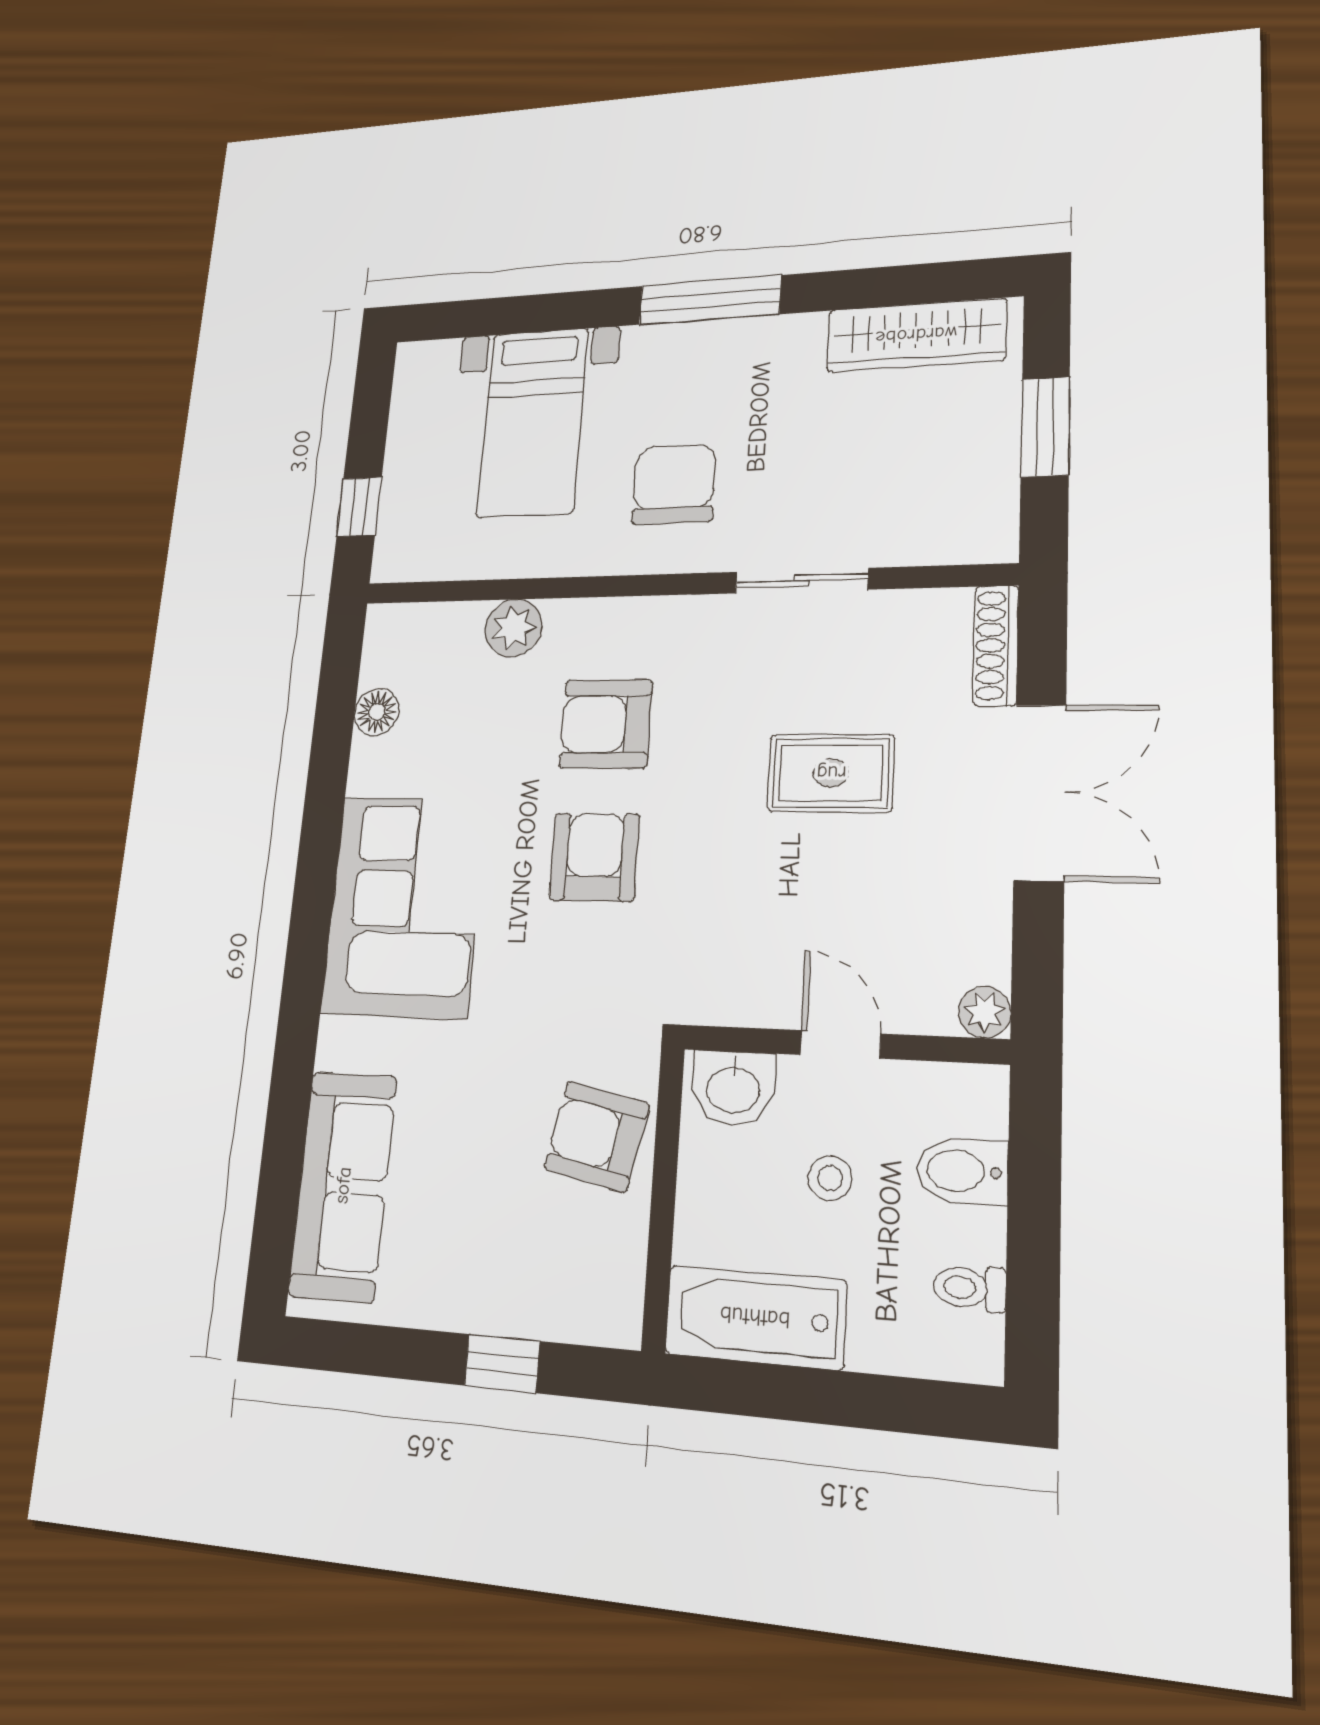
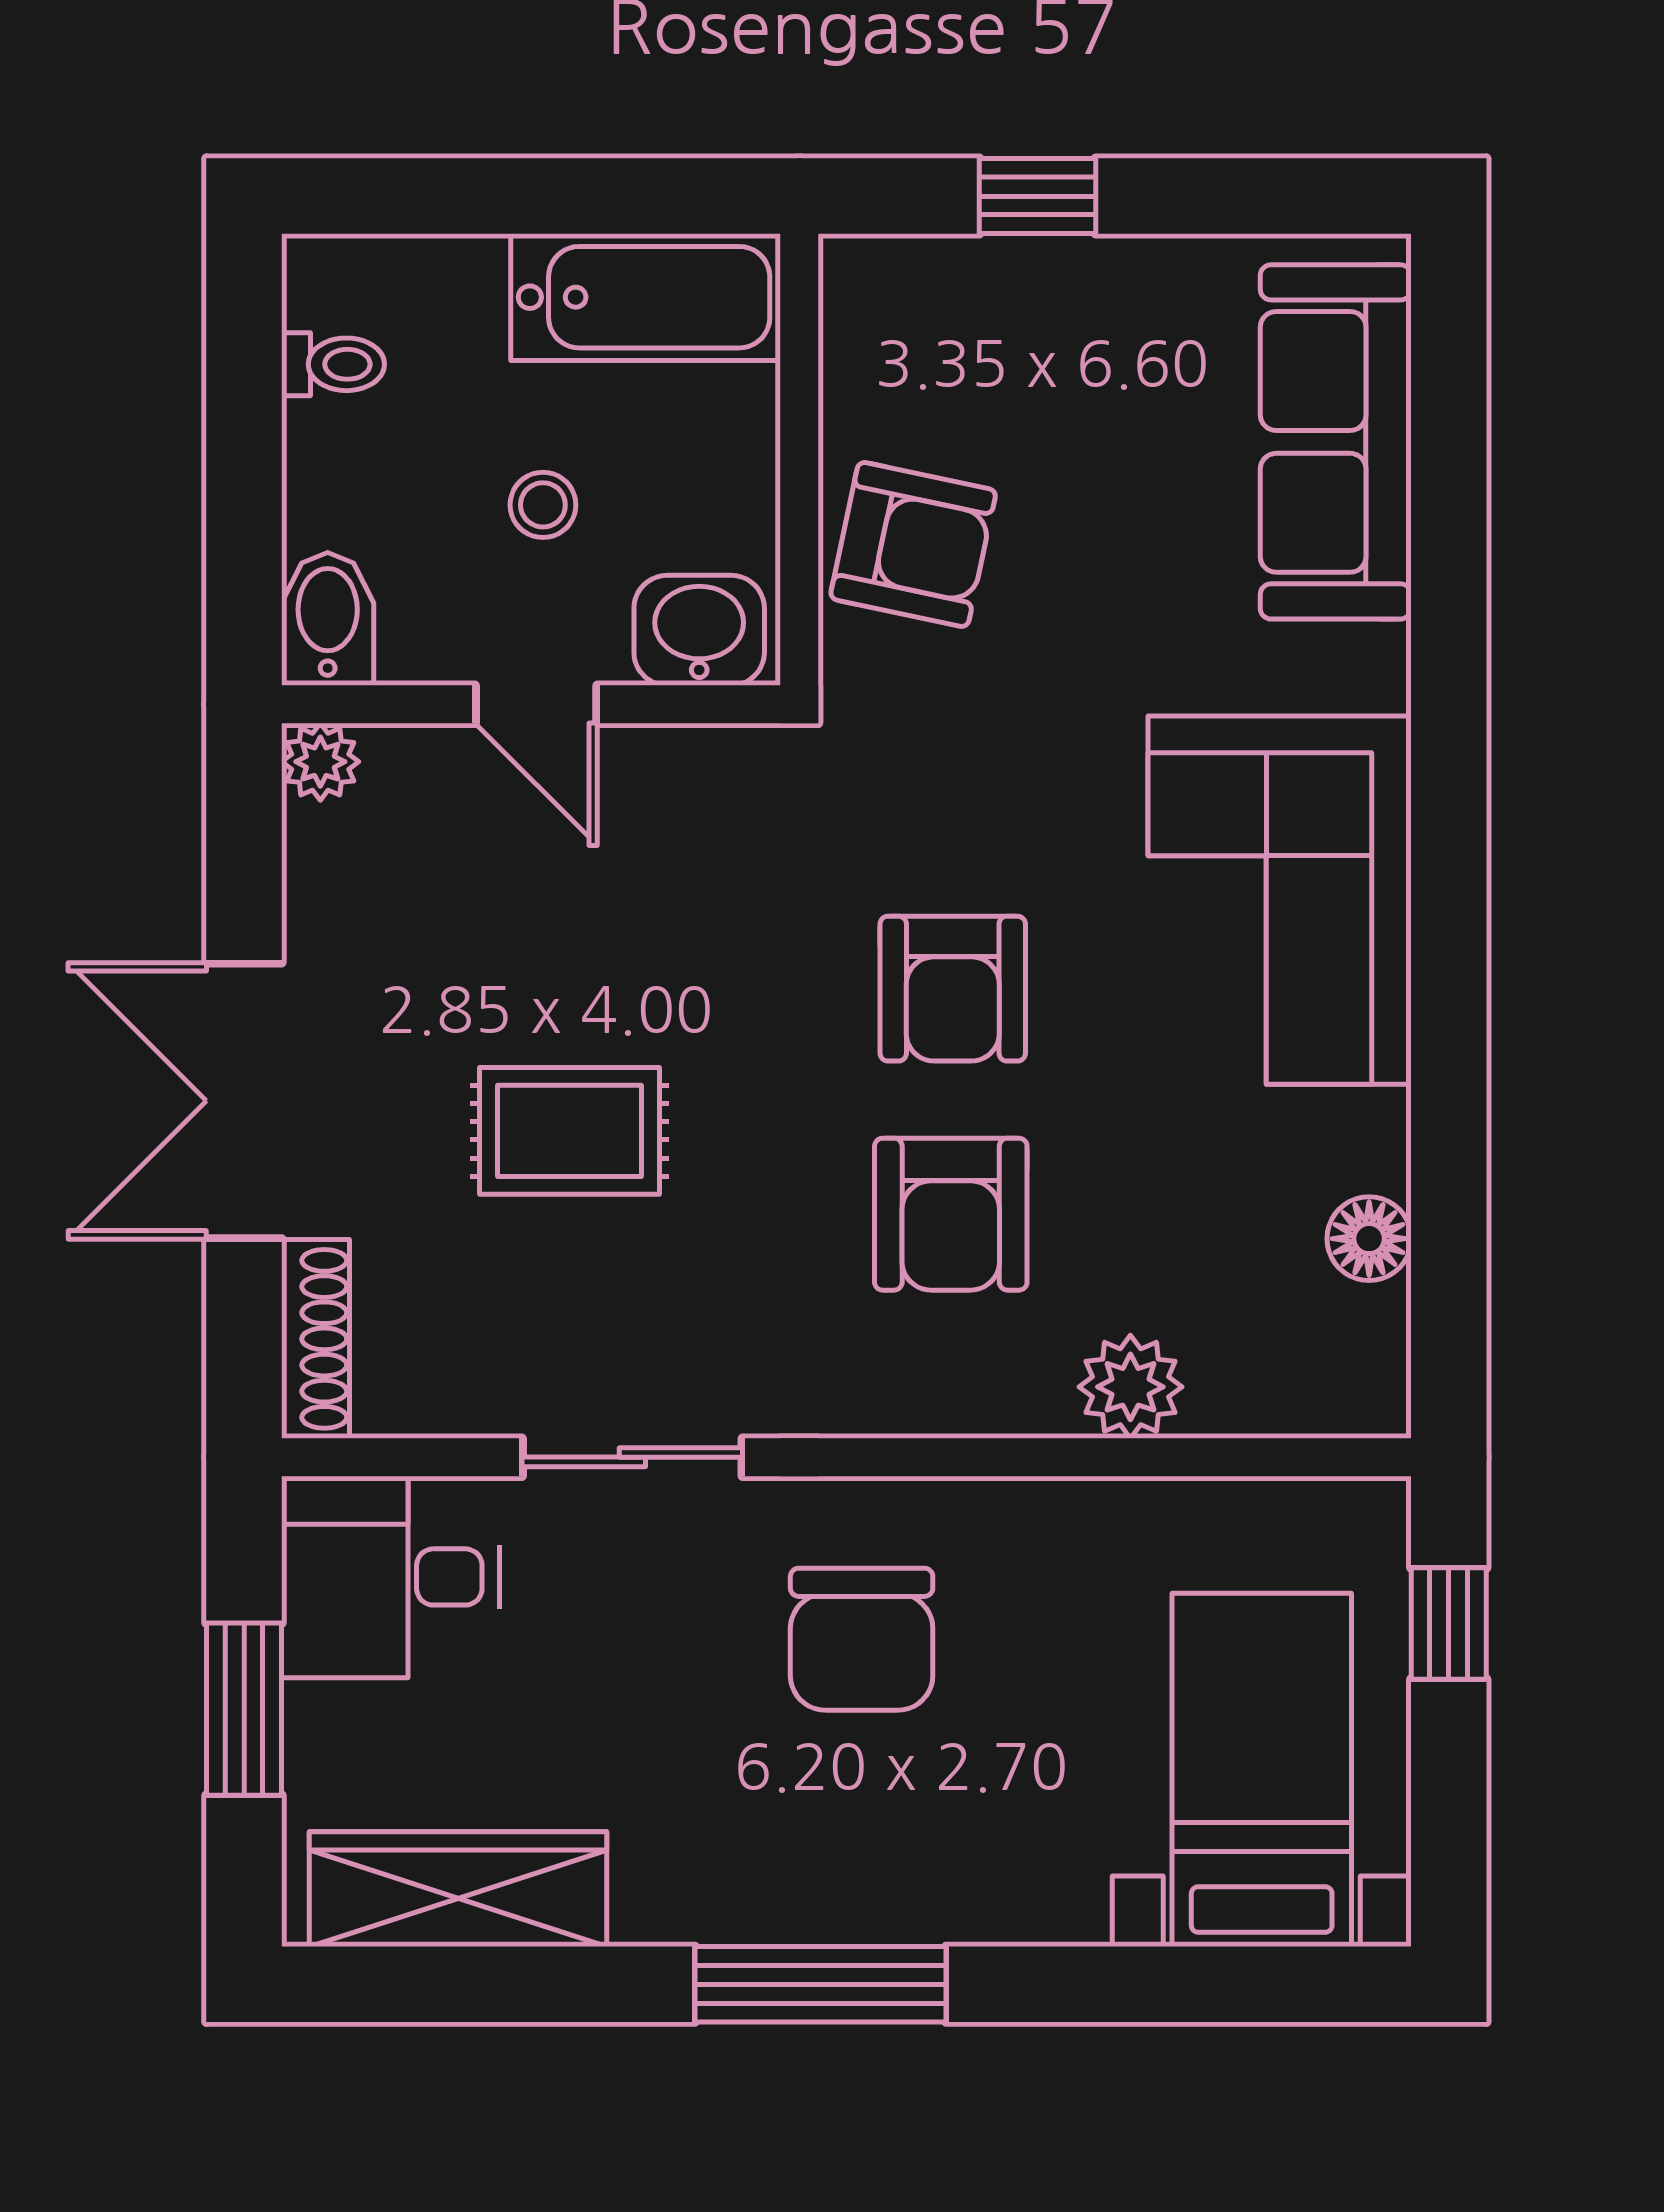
bed with nightstands: (533, 422) -> (1262, 1770), moved
desk: (952, 507) -> (391, 1577), added
armchair: (606, 724) -> (951, 1214), turned 90
bidet: (962, 1171) -> (328, 619), moved, turned -90

